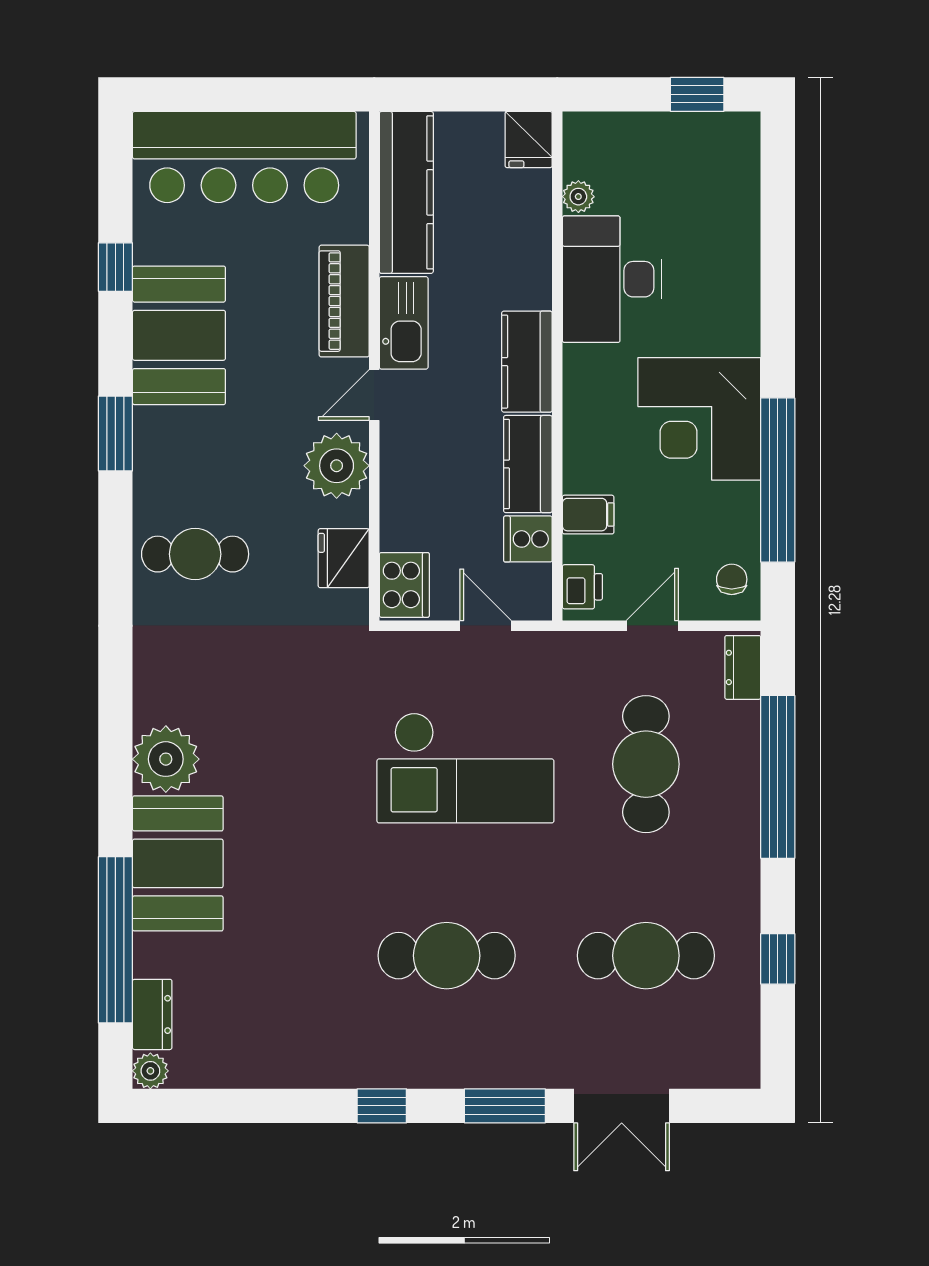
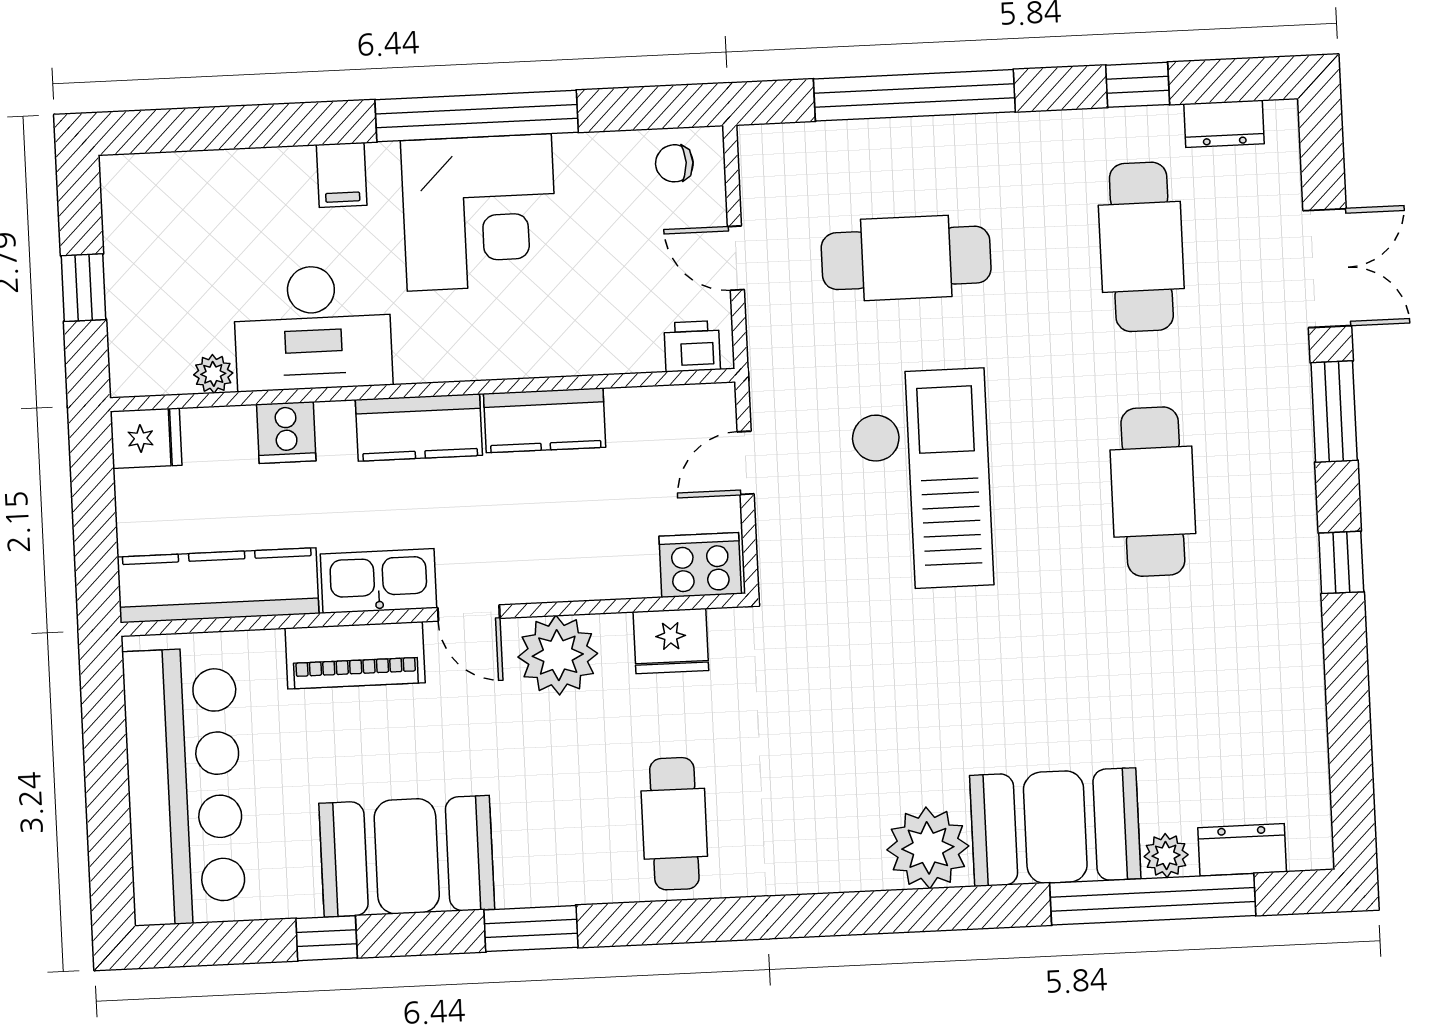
window: (697, 94) -> (84, 288), moved
window: (778, 480) -> (477, 116), moved
filing cabinet: (588, 515) -> (342, 175), moved, turned 180
cooker: (528, 539) -> (286, 433), moved
dresser: (743, 667) -> (1224, 124), moved
plant: (150, 1071) -> (1166, 856), moved

